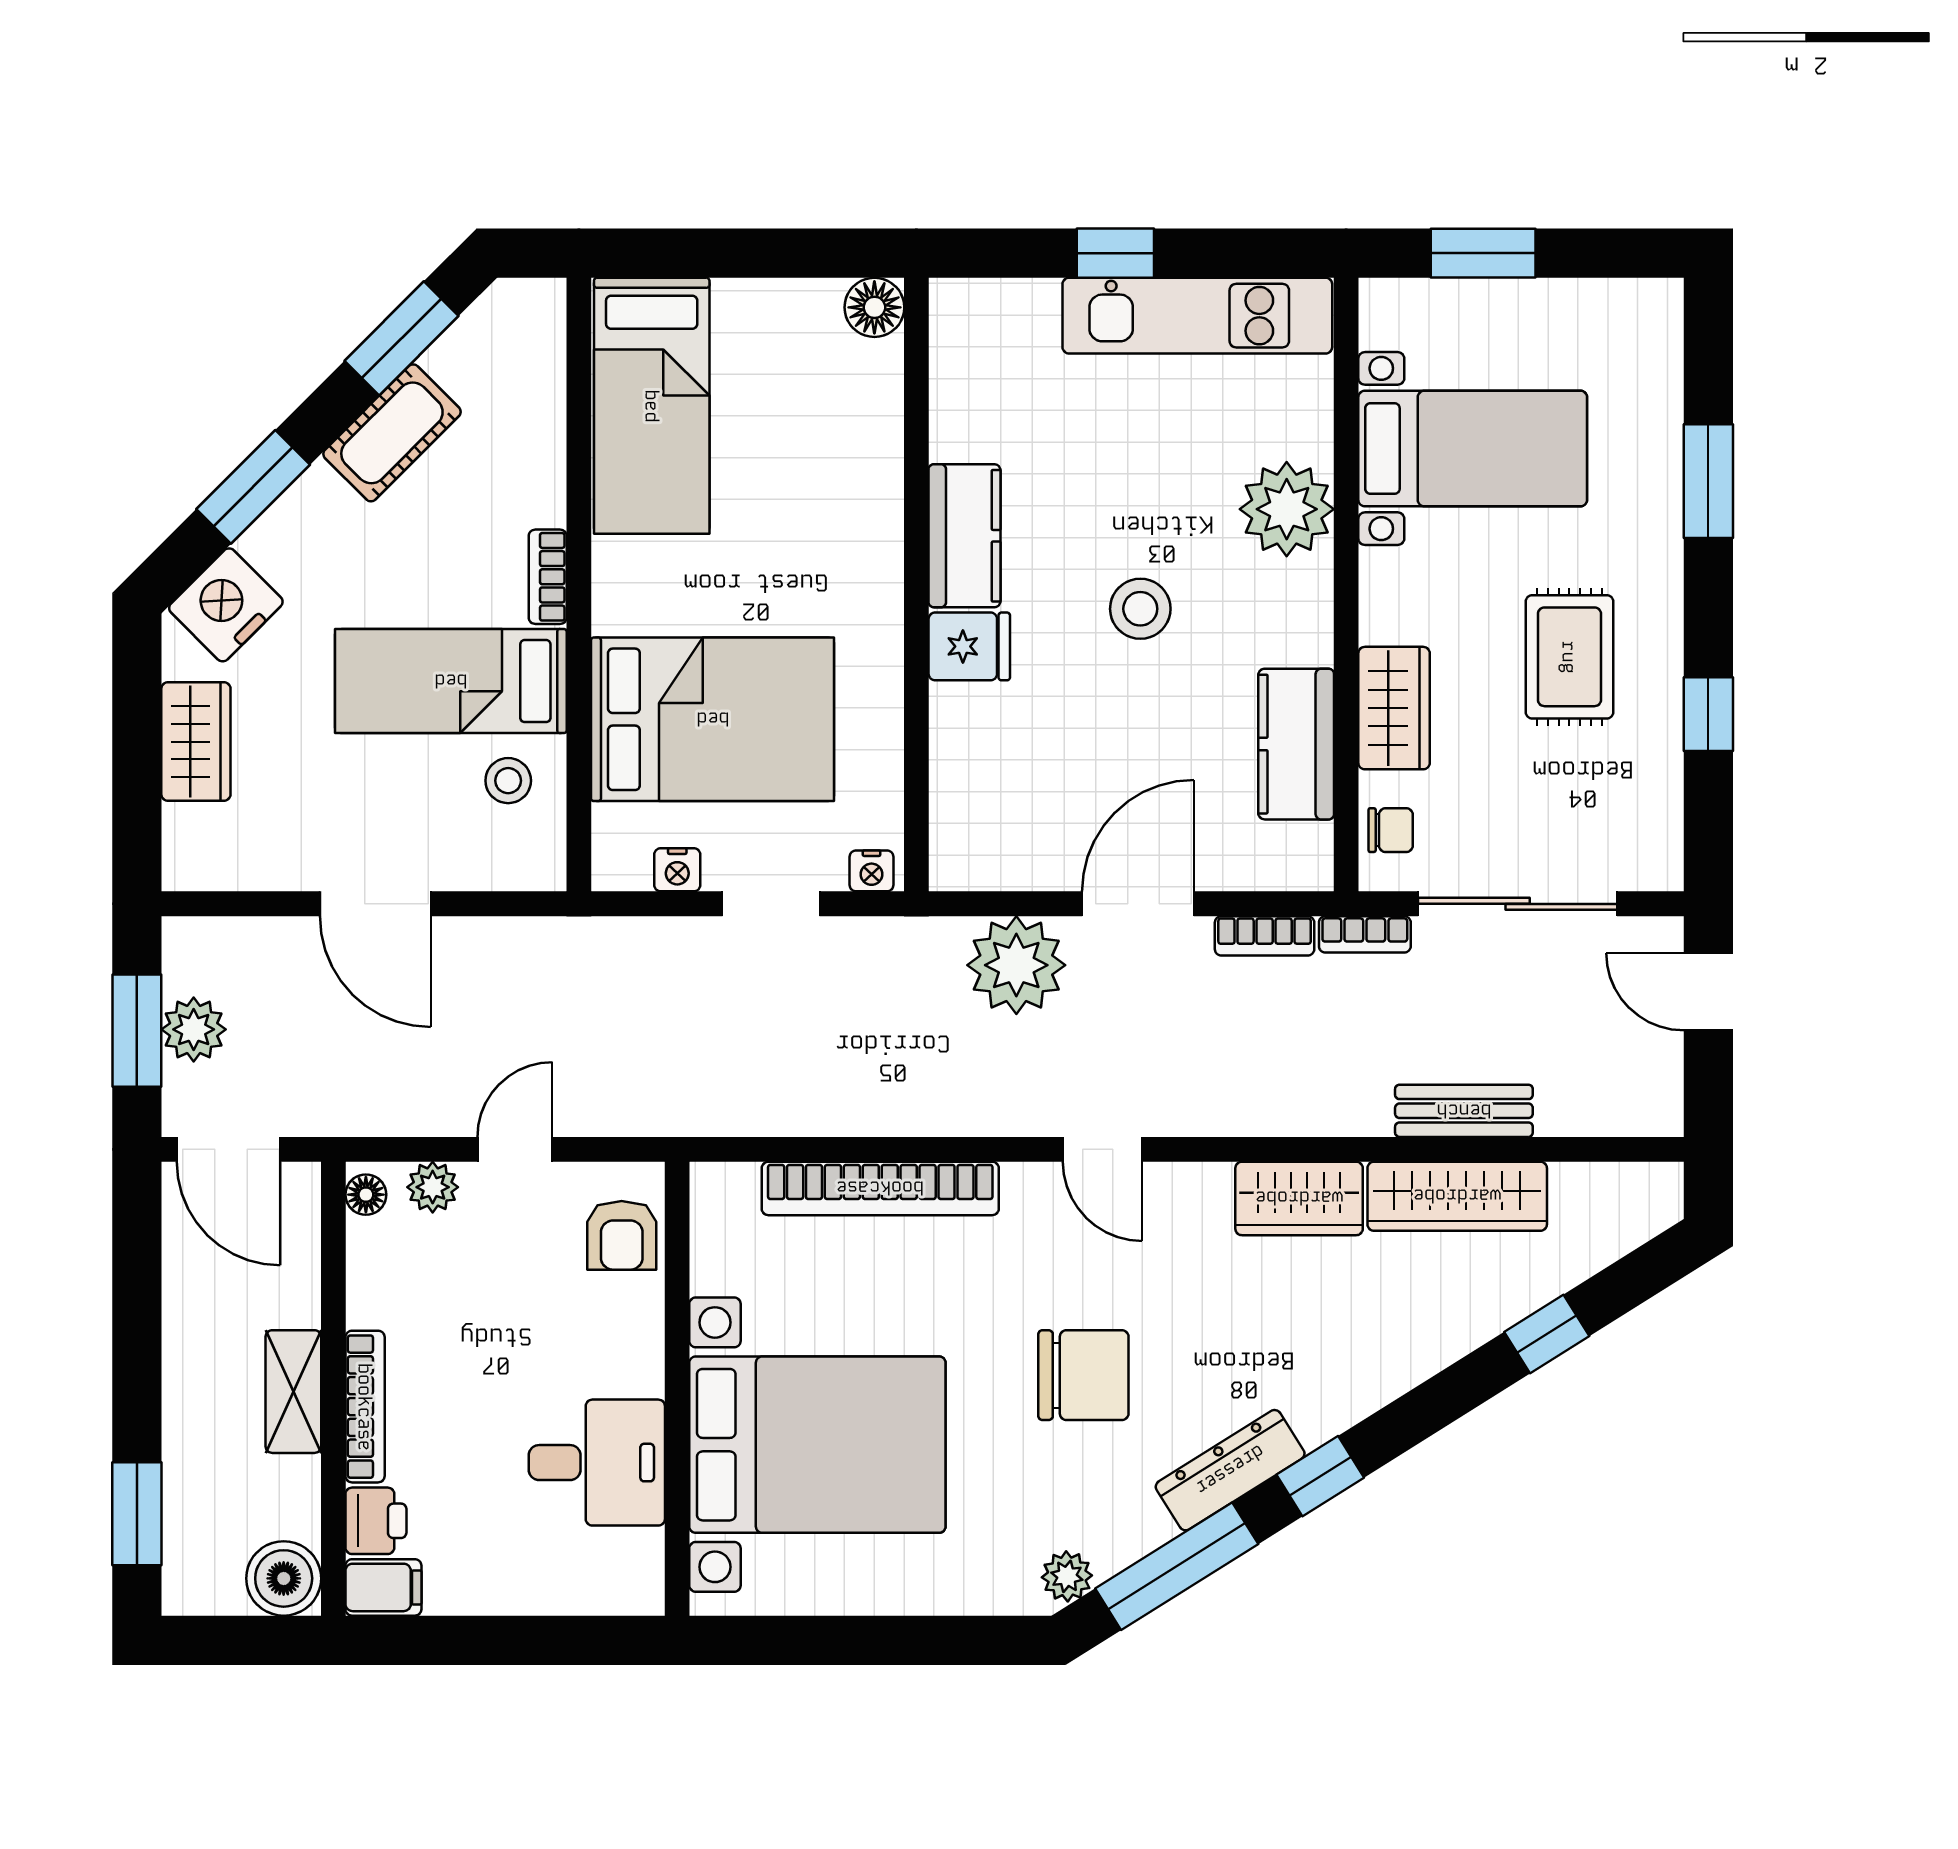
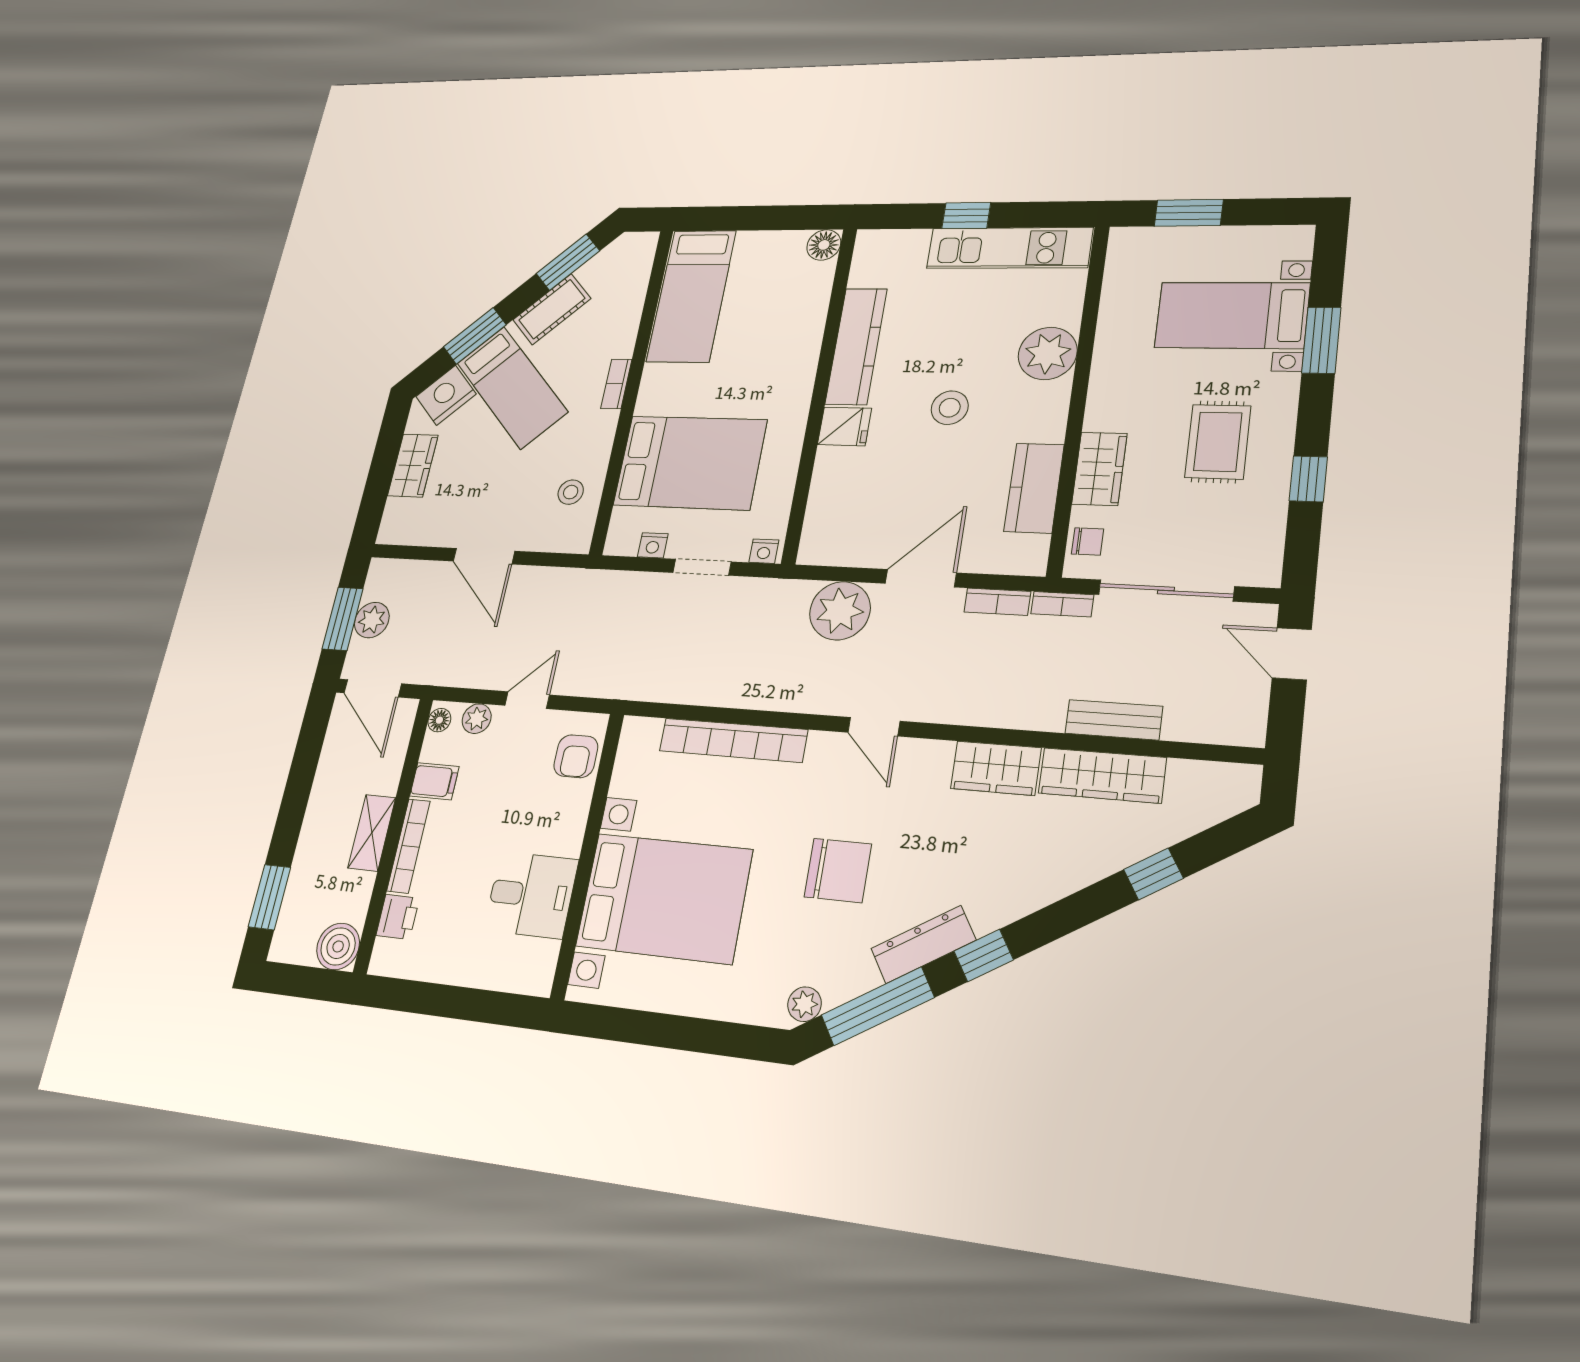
bed with nightstands: (1473, 449) -> (1232, 315), moved, turned 180
kitchen counter: (965, 536) -> (856, 346), width x1.50
bed: (451, 681) -> (512, 387), moved, turned -135
filing cabinet: (383, 1587) -> (434, 781), moved

